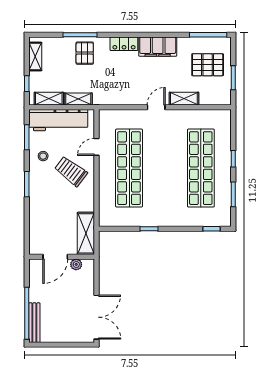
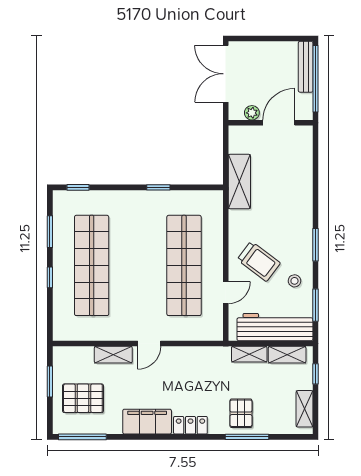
door: (55, 257) -> (279, 123), moved
wall: (62, 257) -> (271, 123), moved
plant: (76, 264) -> (252, 113), moved

